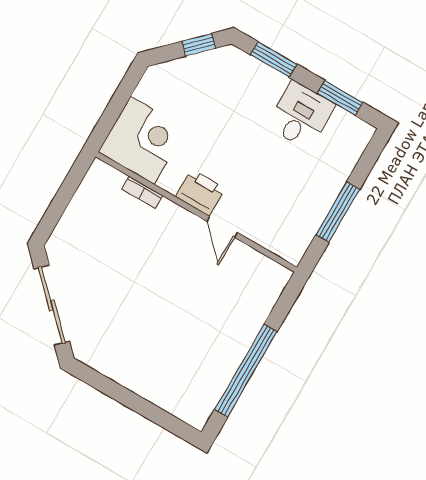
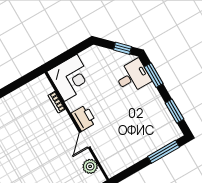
desk: (301, 115) -> (133, 77), moved
window: (338, 212) -> (163, 152), moved
plant: (255, 265) -> (90, 166), added

